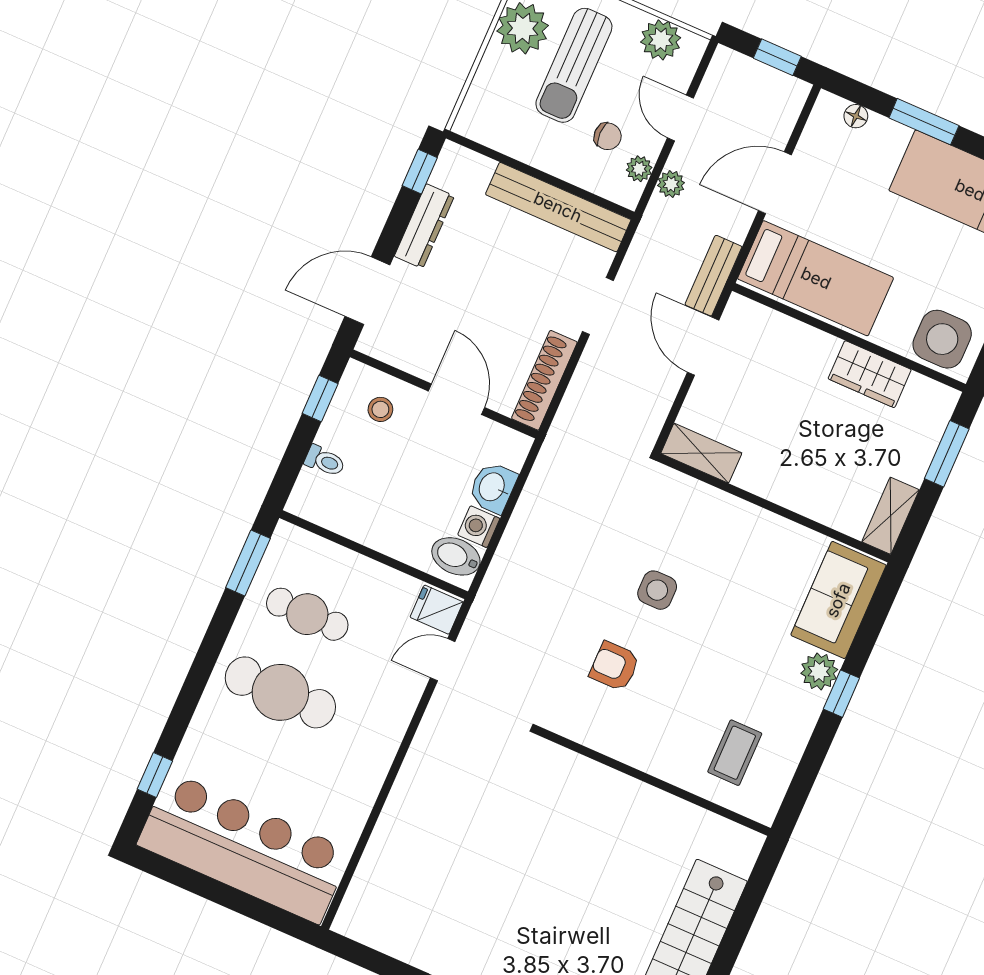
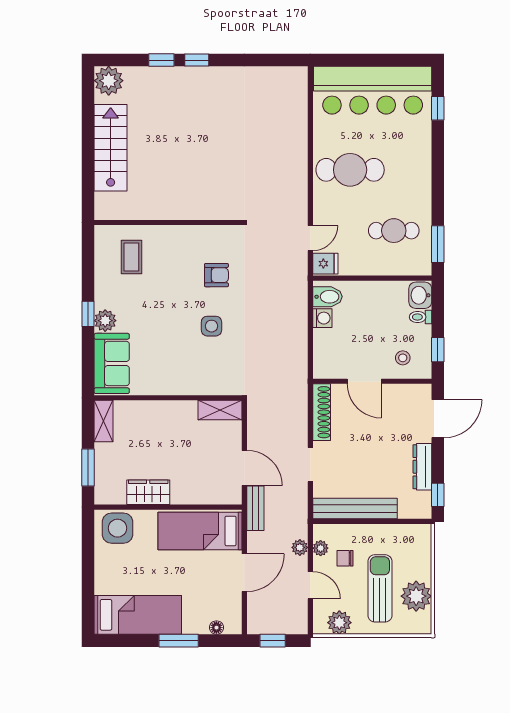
washbasin: (493, 487) -> (420, 295), moved, turned 180
cafe table: (280, 692) -> (350, 170), moved

